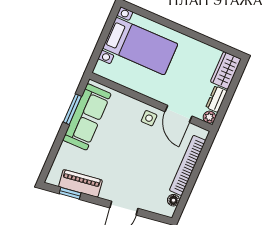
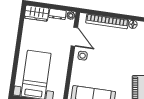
door: (178, 114) -> (74, 37), hinge flipped

